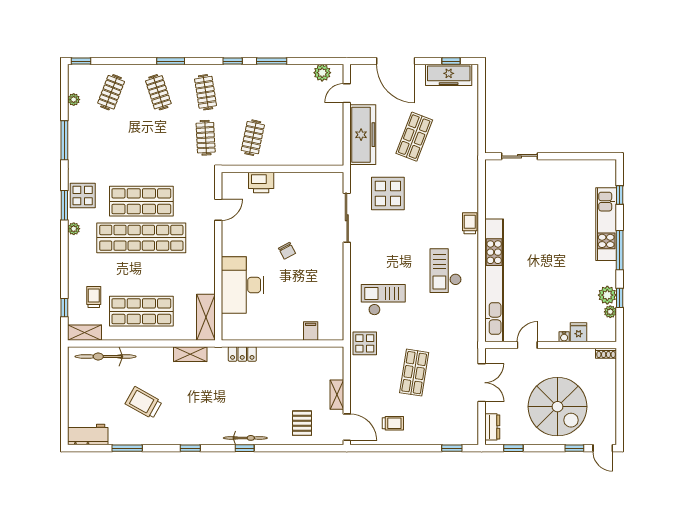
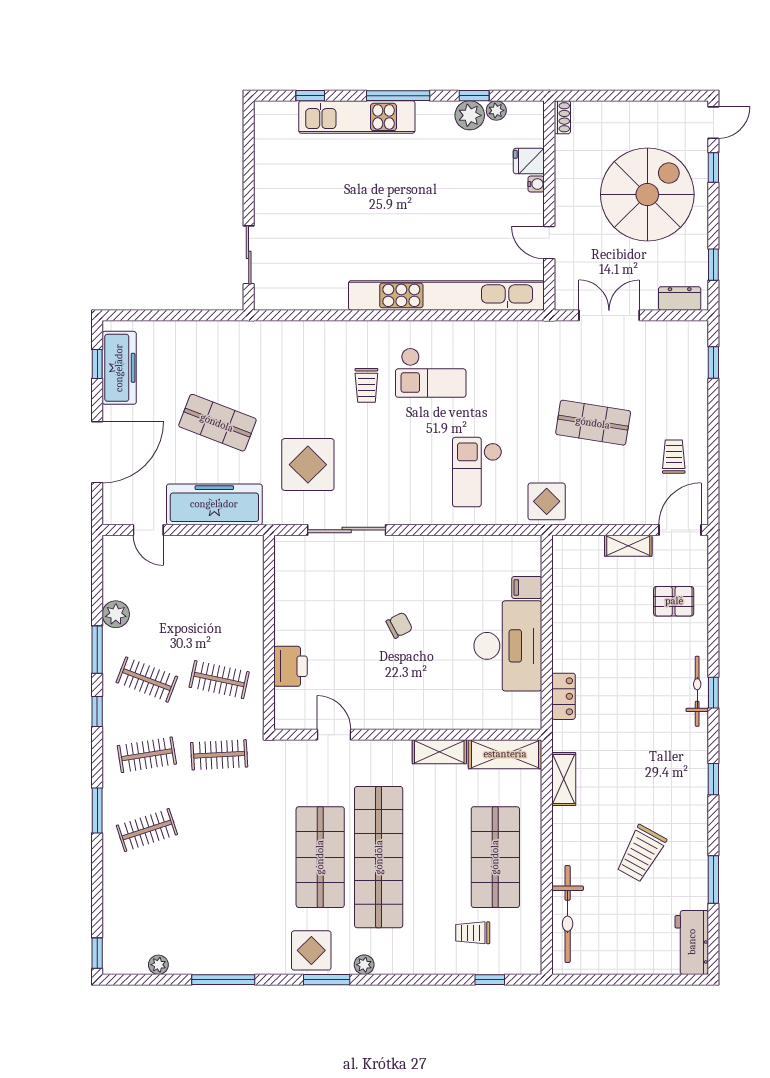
plant: (322, 73) -> (116, 614), moved
clothes rail: (111, 92) -> (147, 680), moved
trolley: (470, 223) -> (366, 385), moved, turned -90
desk: (243, 285) -> (508, 646), moved, turned -90
shelving: (84, 333) -> (439, 752), moved, turned 90

